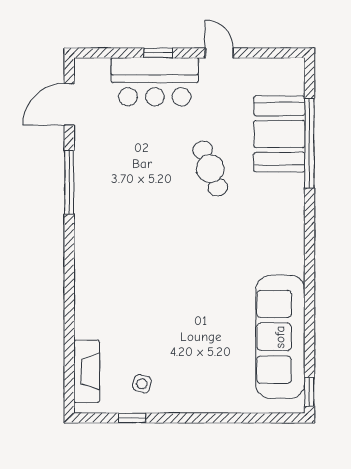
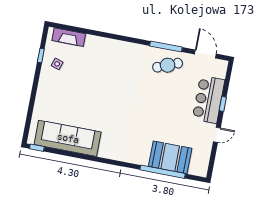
cafe table: (210, 169) -> (168, 65), moved

